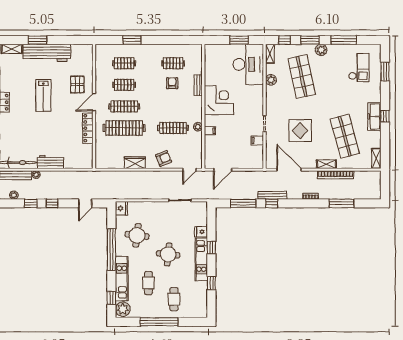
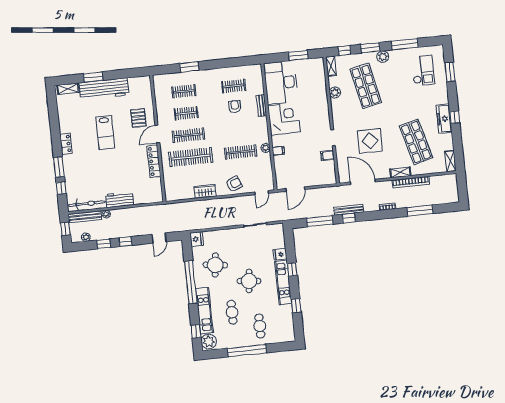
desk: (248, 64) -> (281, 82), moved, turned 180

